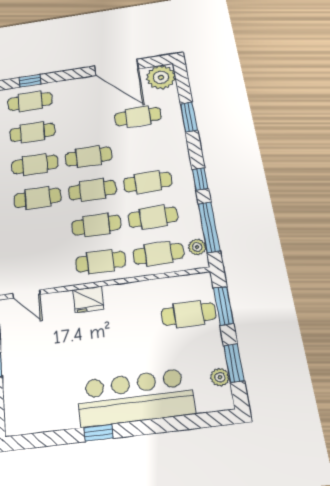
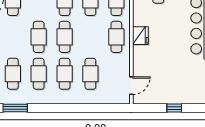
cafe table: (96, 225) -> (90, 74), moved
fridge: (88, 299) -> (140, 36), moved

